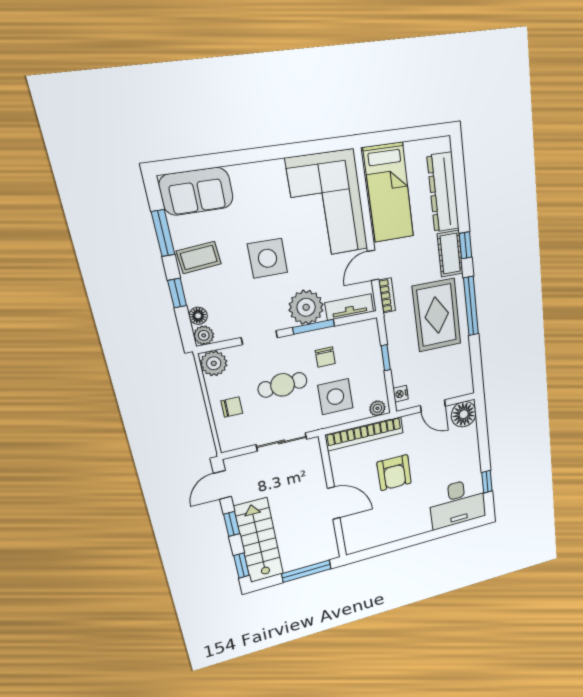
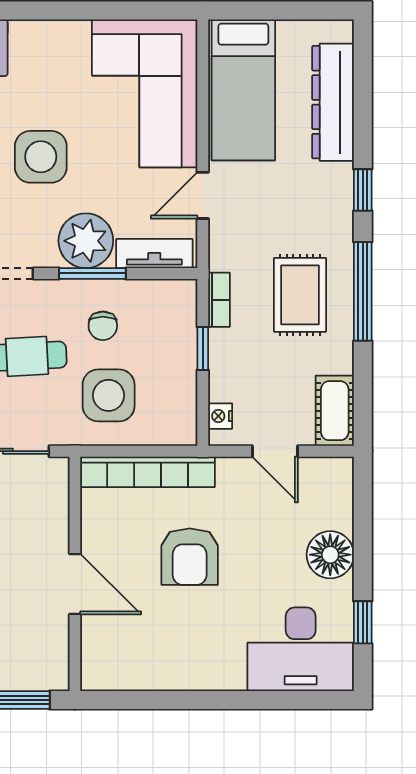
cot: (450, 254) -> (335, 411), moved
bookcase: (387, 295) -> (219, 300), moved
rug: (437, 315) -> (300, 295), width x0.73, depth x0.70
plant: (377, 408) -> (176, 432), removed
floor lamp: (464, 414) -> (330, 555), moved

